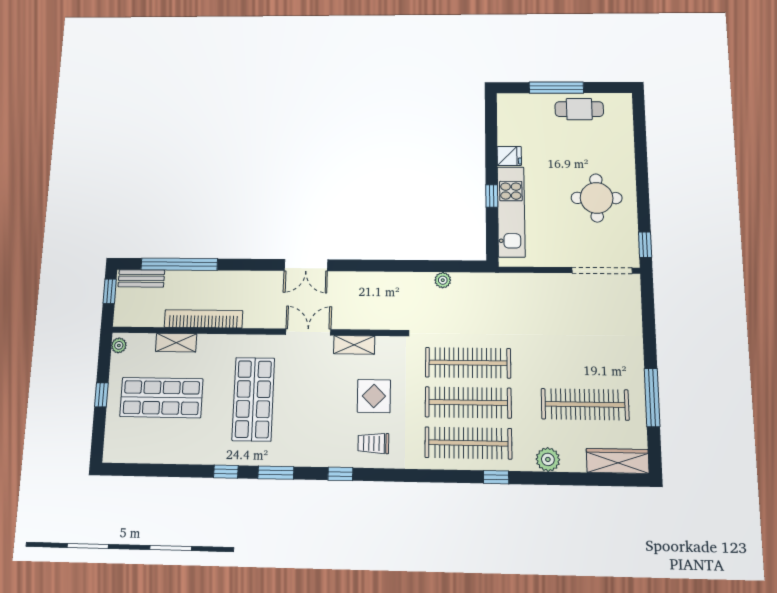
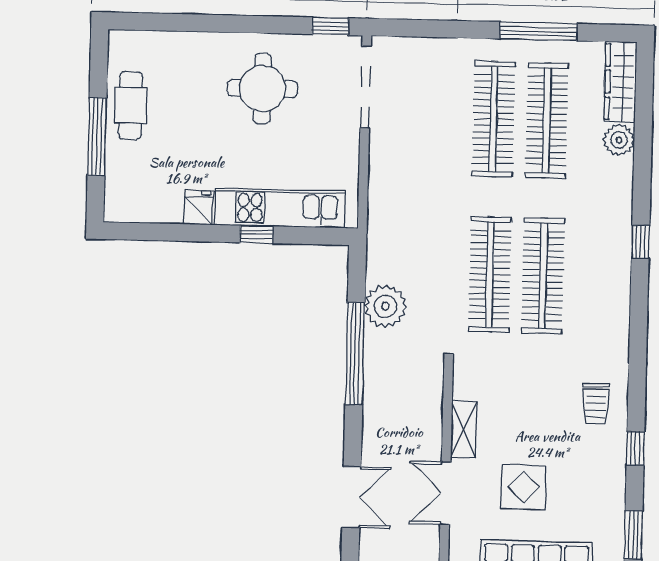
window: (408, 266) -> (355, 353), added
plant: (443, 280) -> (386, 306), width x1.87, depth x1.87
display table: (374, 396) -> (524, 487), moved
clothes rail: (468, 443) -> (494, 119), moved
plant: (548, 459) -> (619, 140), moved

